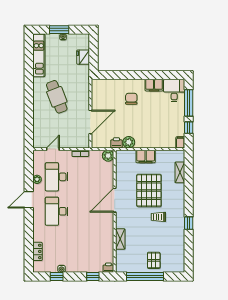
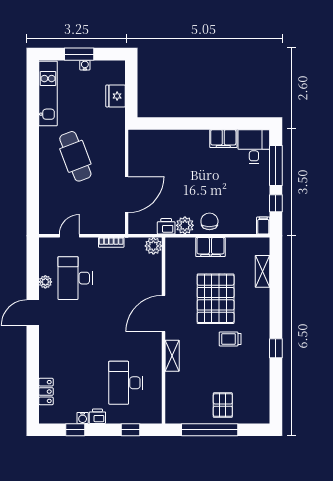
chair: (131, 99) -> (209, 221), moved
desk: (57, 211) -> (126, 383), moved
shelving: (120, 239) -> (172, 356), moved
printer: (108, 268) -> (97, 416), moved

